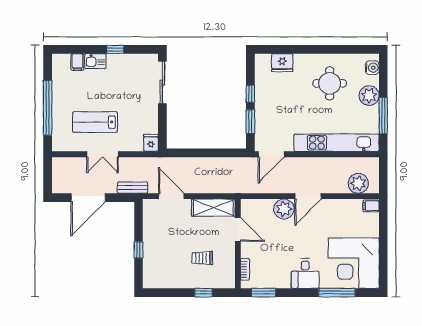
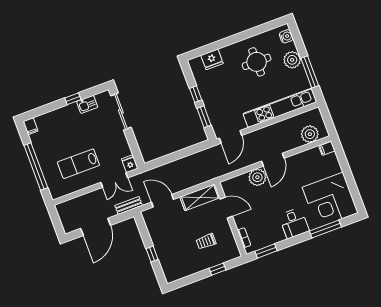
kitchen sink: (95, 61) -> (87, 104), moved
filing cabinet: (77, 62) -> (31, 126), moved
double door: (103, 154) -> (114, 180), moved

